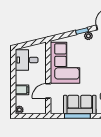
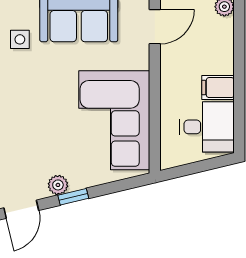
filing cabinet: (22, 90) -> (218, 88), moved
door: (48, 91) -> (155, 27), moved

